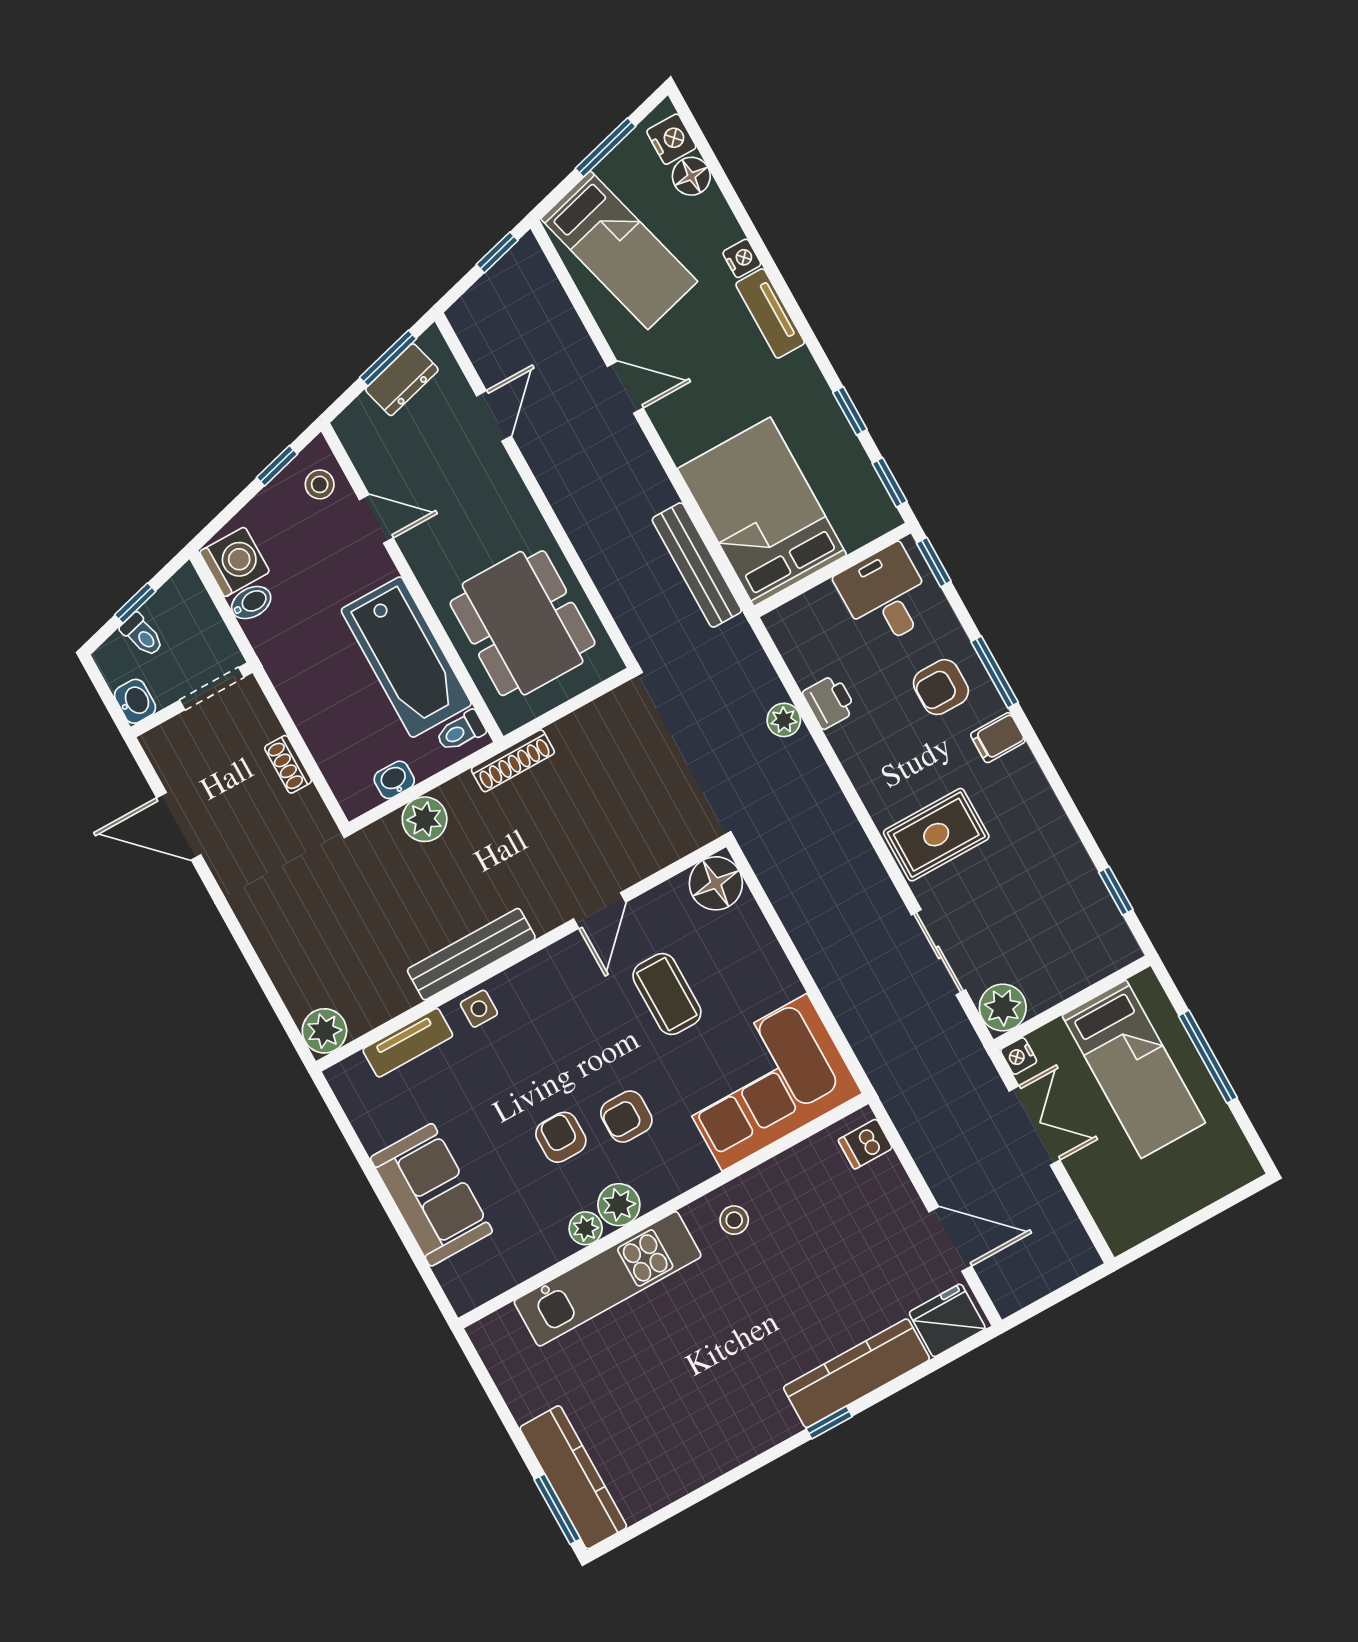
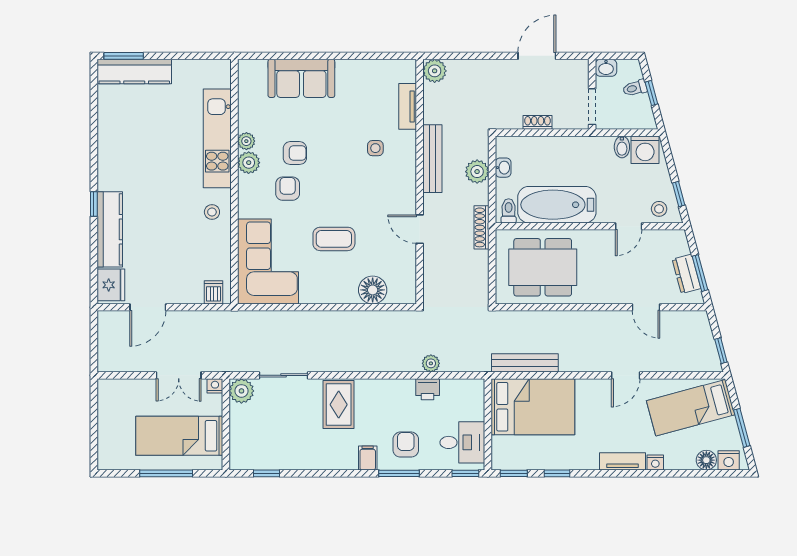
door: (600, 911) -> (420, 229), moved
bench: (471, 954) -> (432, 159), moved
wall: (521, 954) -> (420, 182), moved
plant: (324, 1031) -> (435, 71), moved
tv unit: (408, 1043) -> (408, 106), moved

